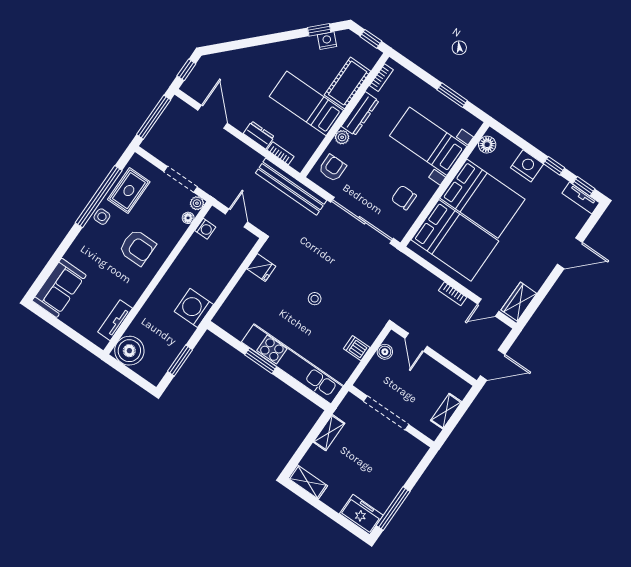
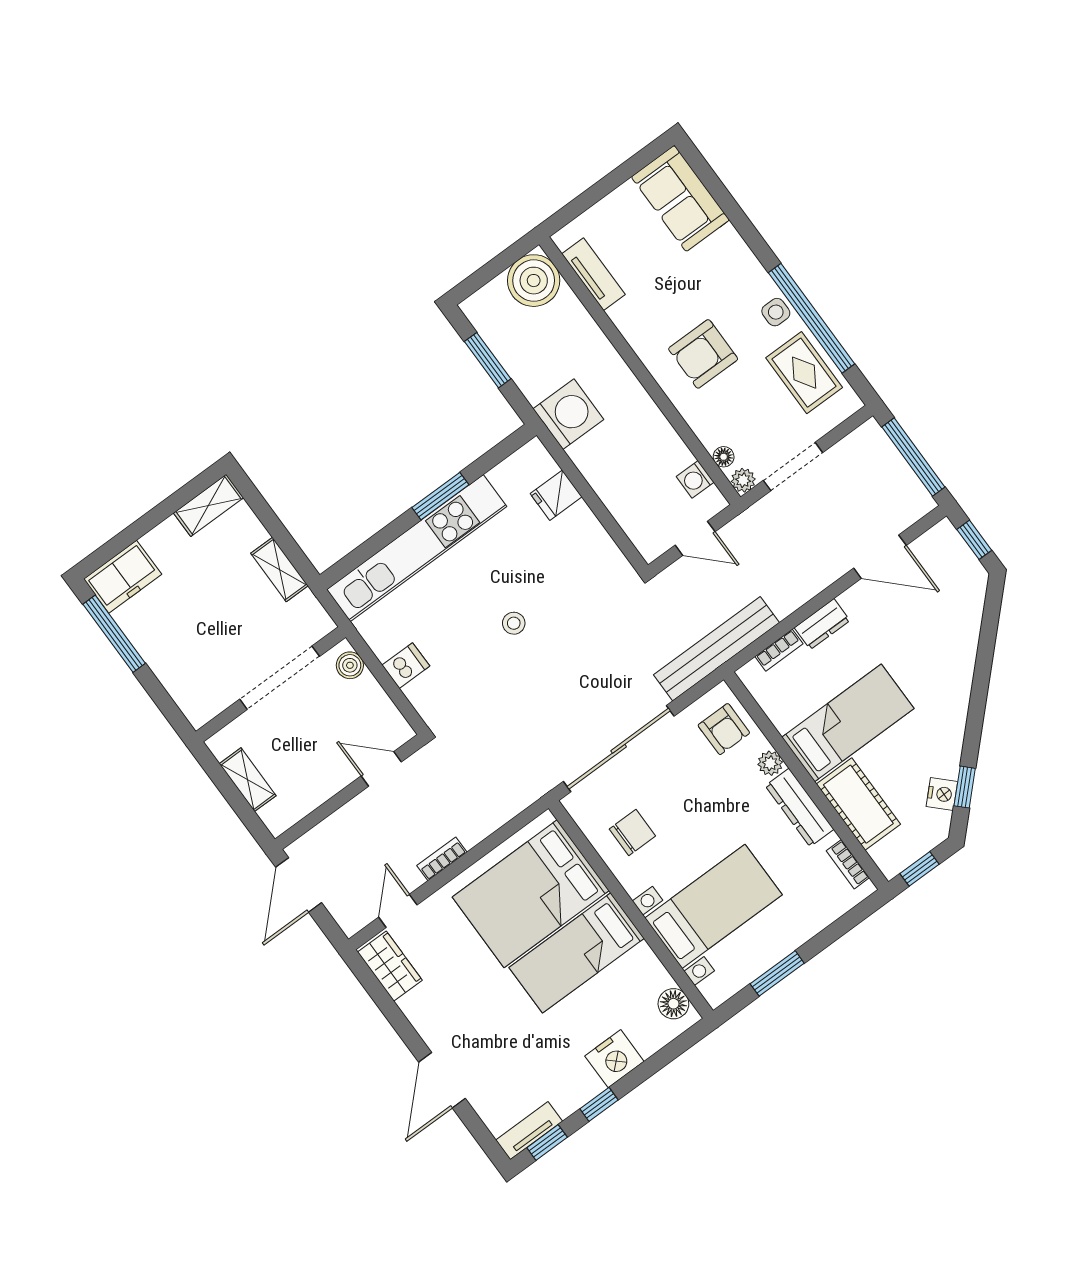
bed: (482, 199) -> (577, 953), width x0.67
fridge: (261, 268) -> (556, 495), moved
boiler: (385, 352) -> (350, 665), moved

